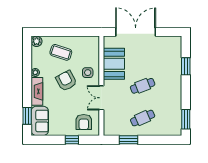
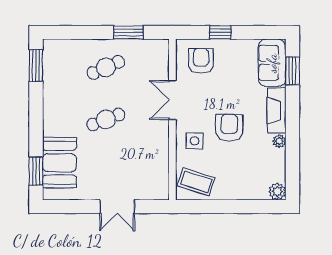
double door: (136, 32) -> (117, 207), width x0.54
coffee table: (61, 52) -> (196, 182), moved
booth: (114, 64) -> (59, 163), moved
window: (186, 66) -> (36, 171), moved
armchair: (66, 81) -> (229, 128), turned -152
double door: (101, 98) -> (172, 100), swing flipped

